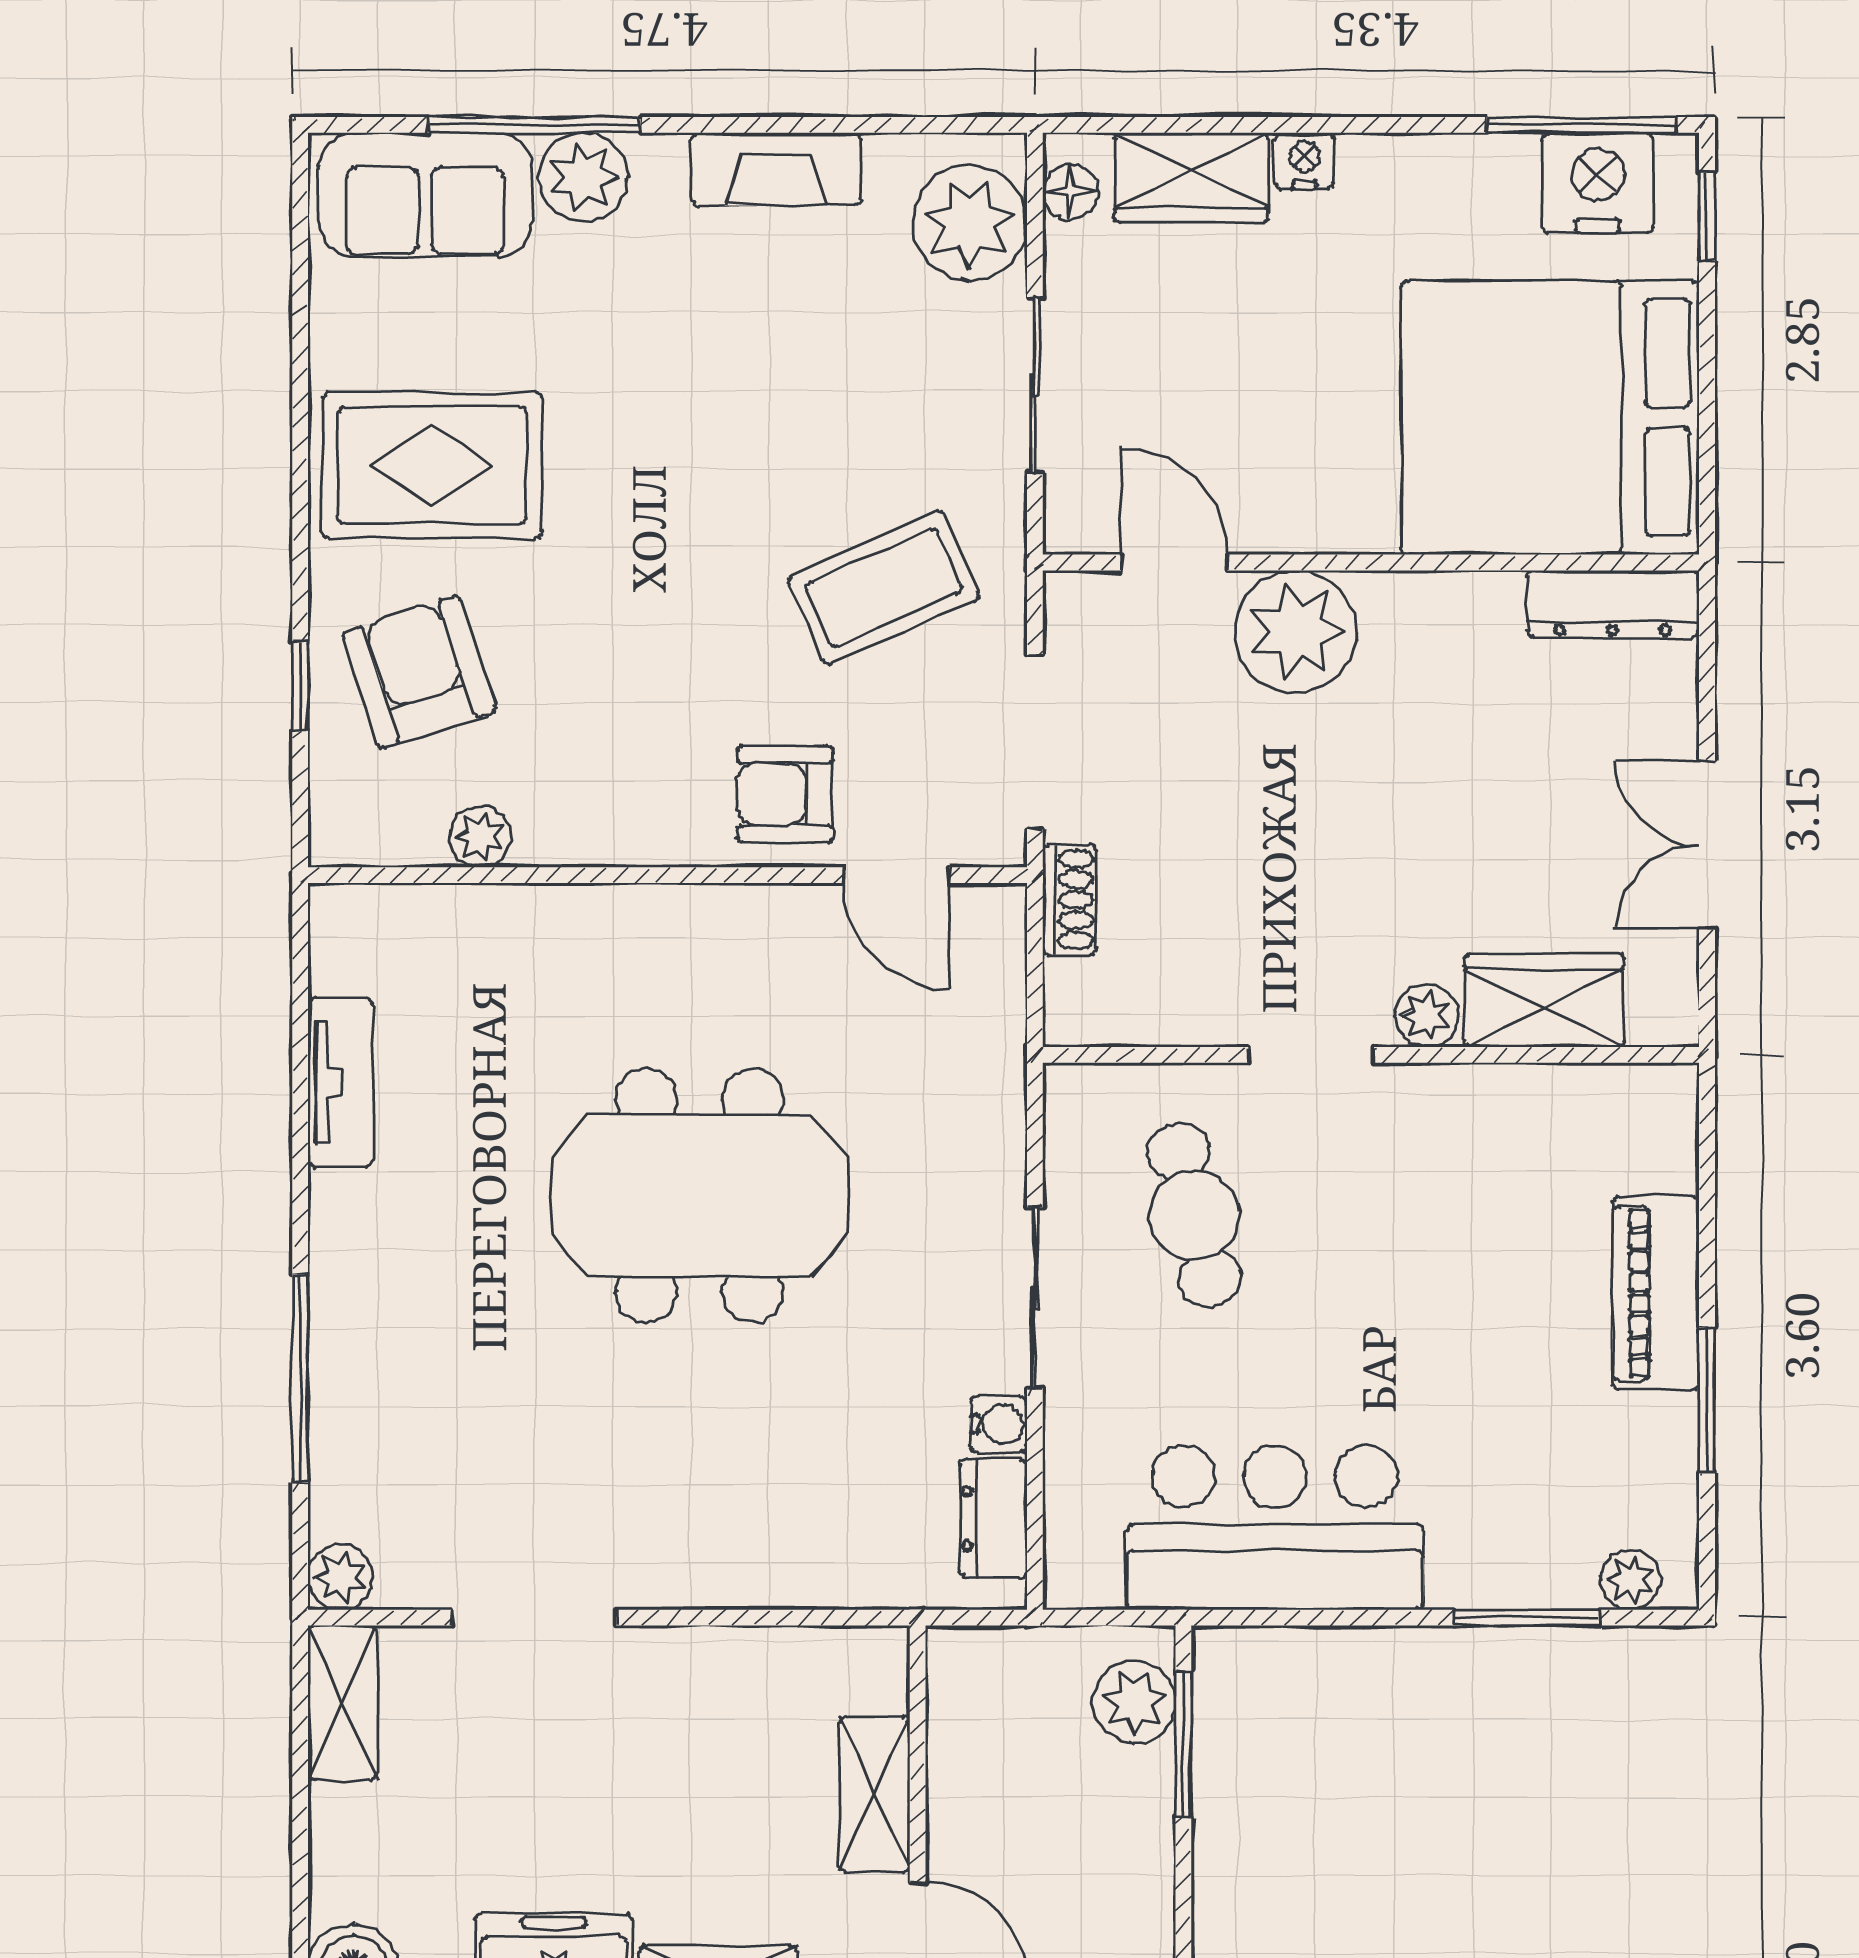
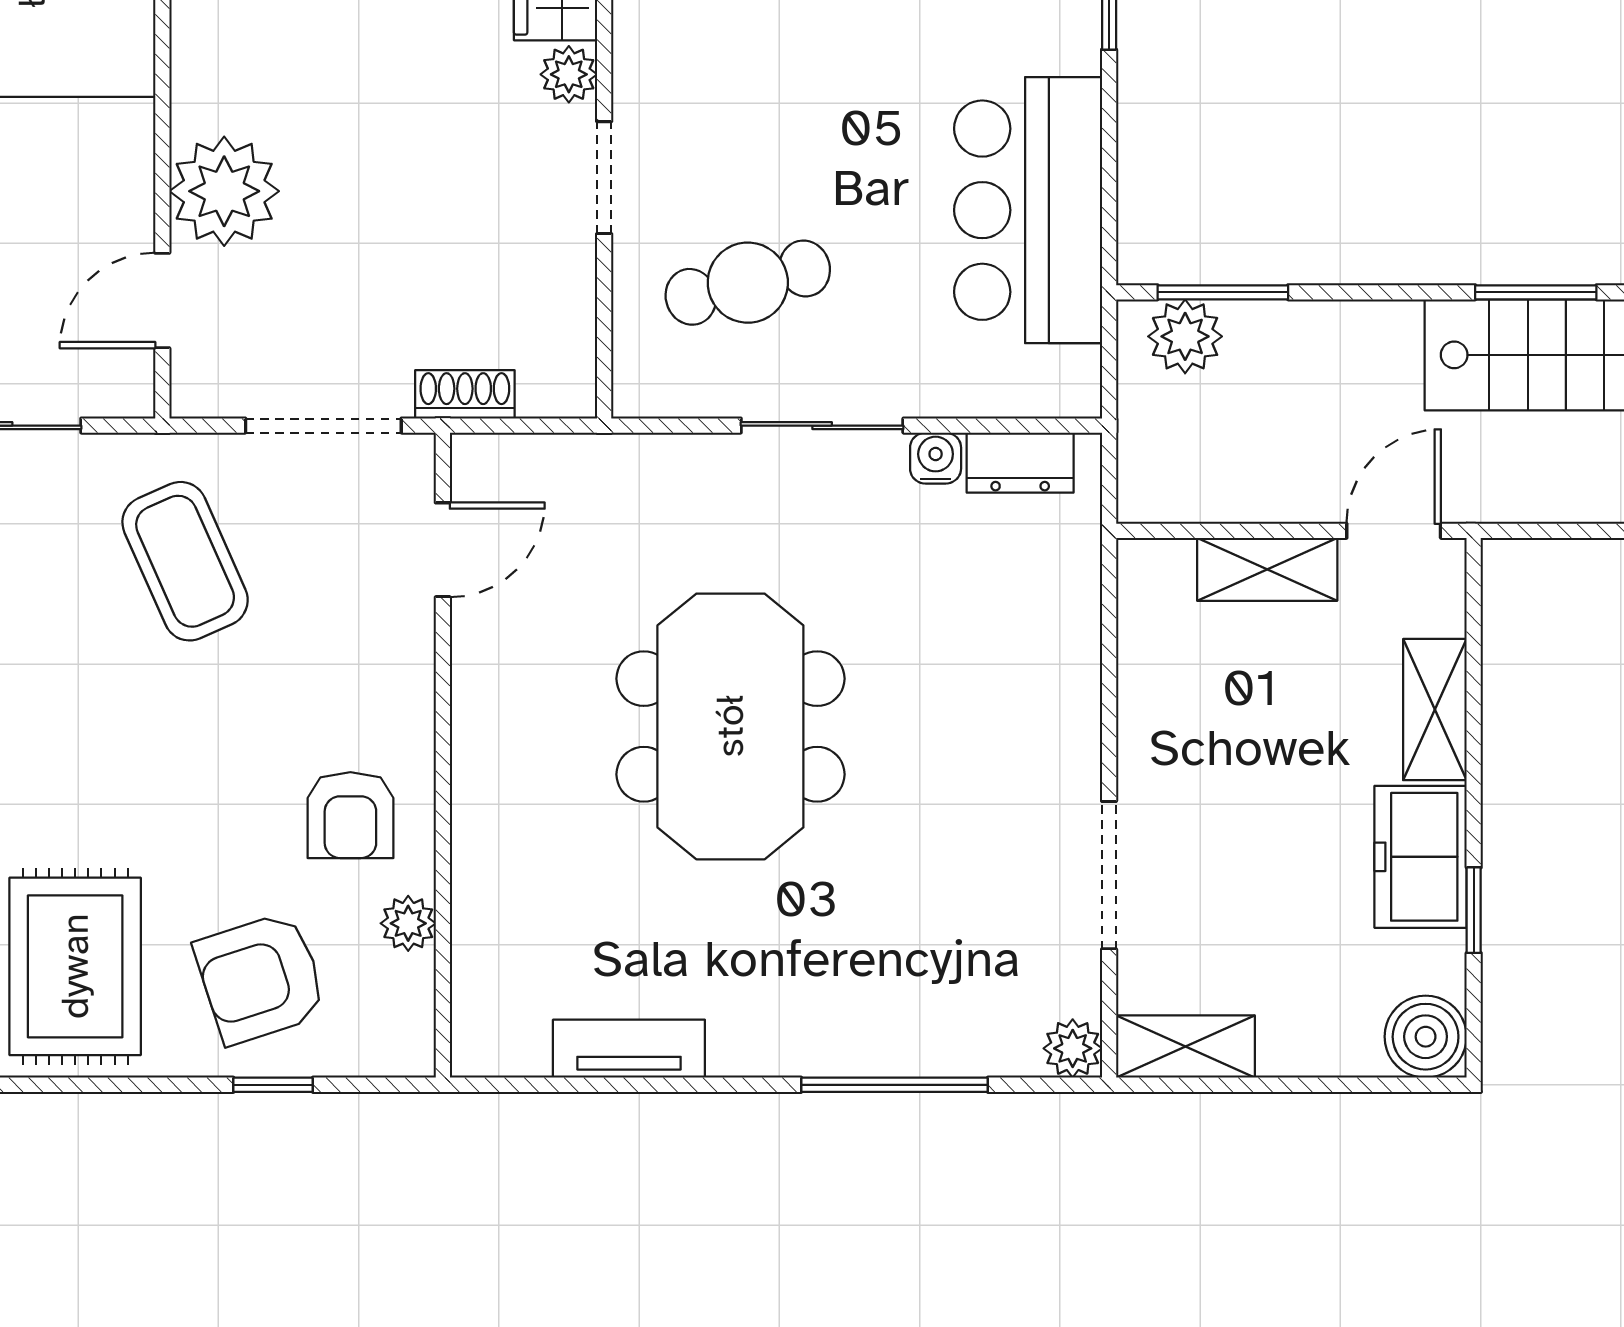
armchair: (785, 794) -> (350, 815), moved

